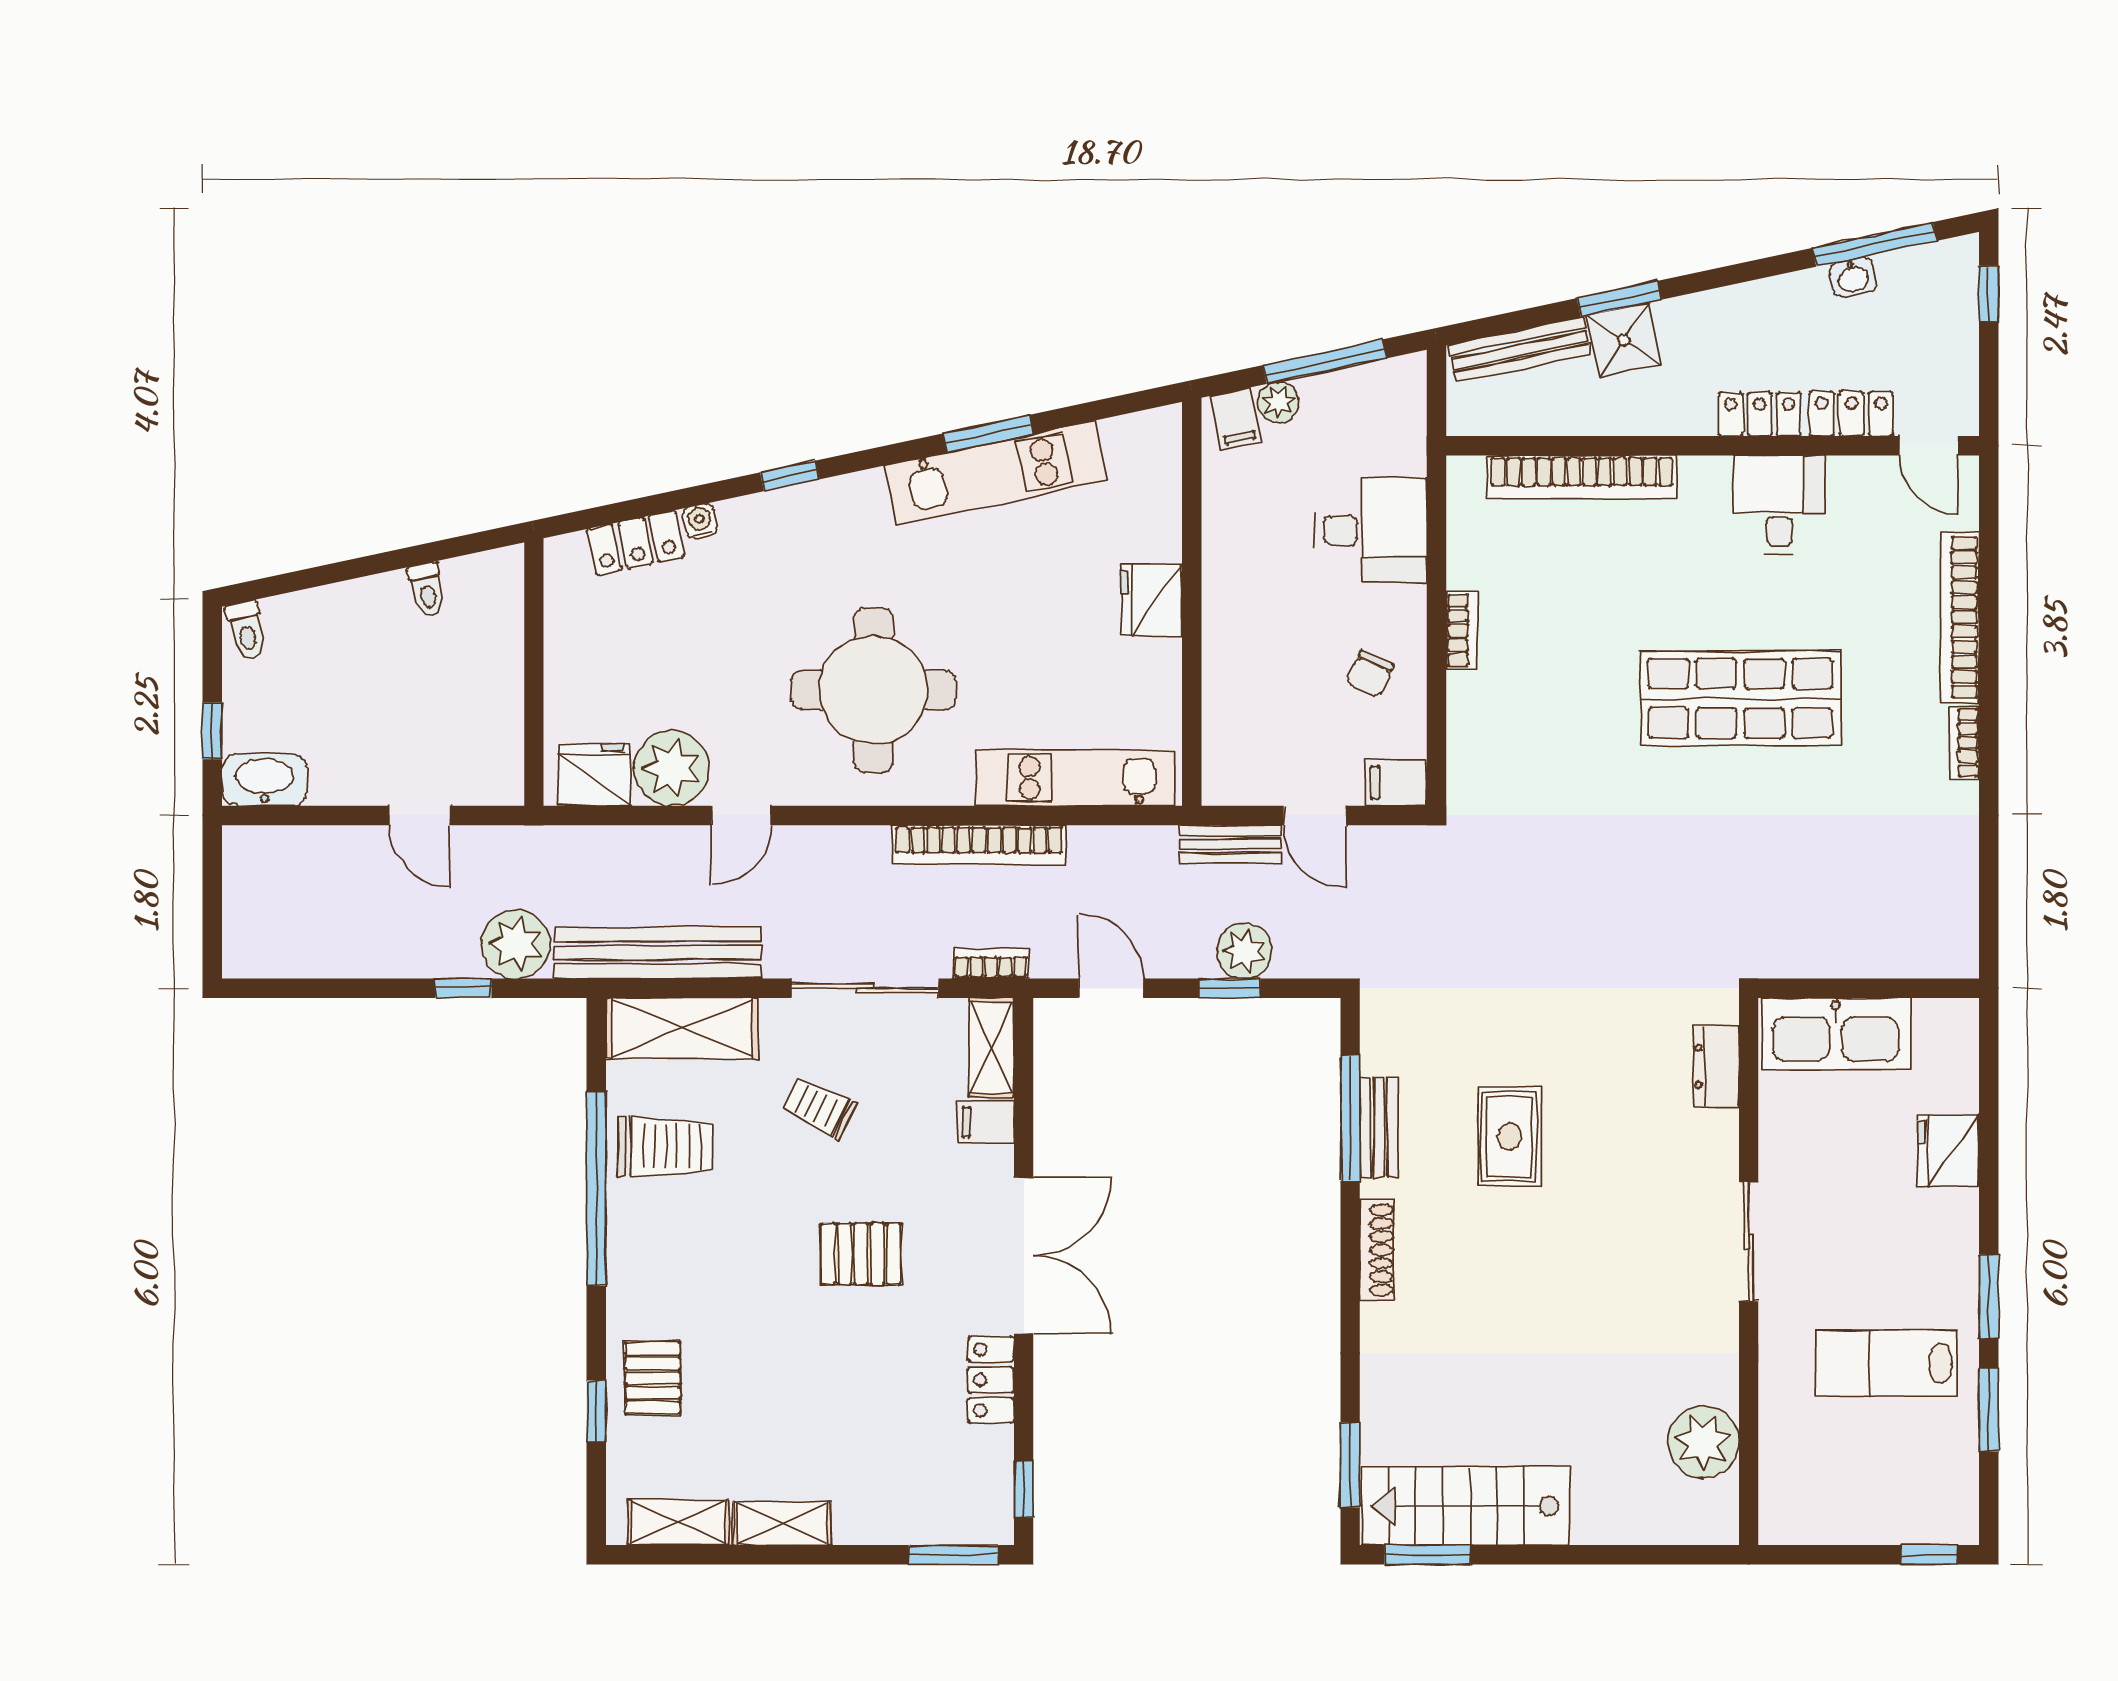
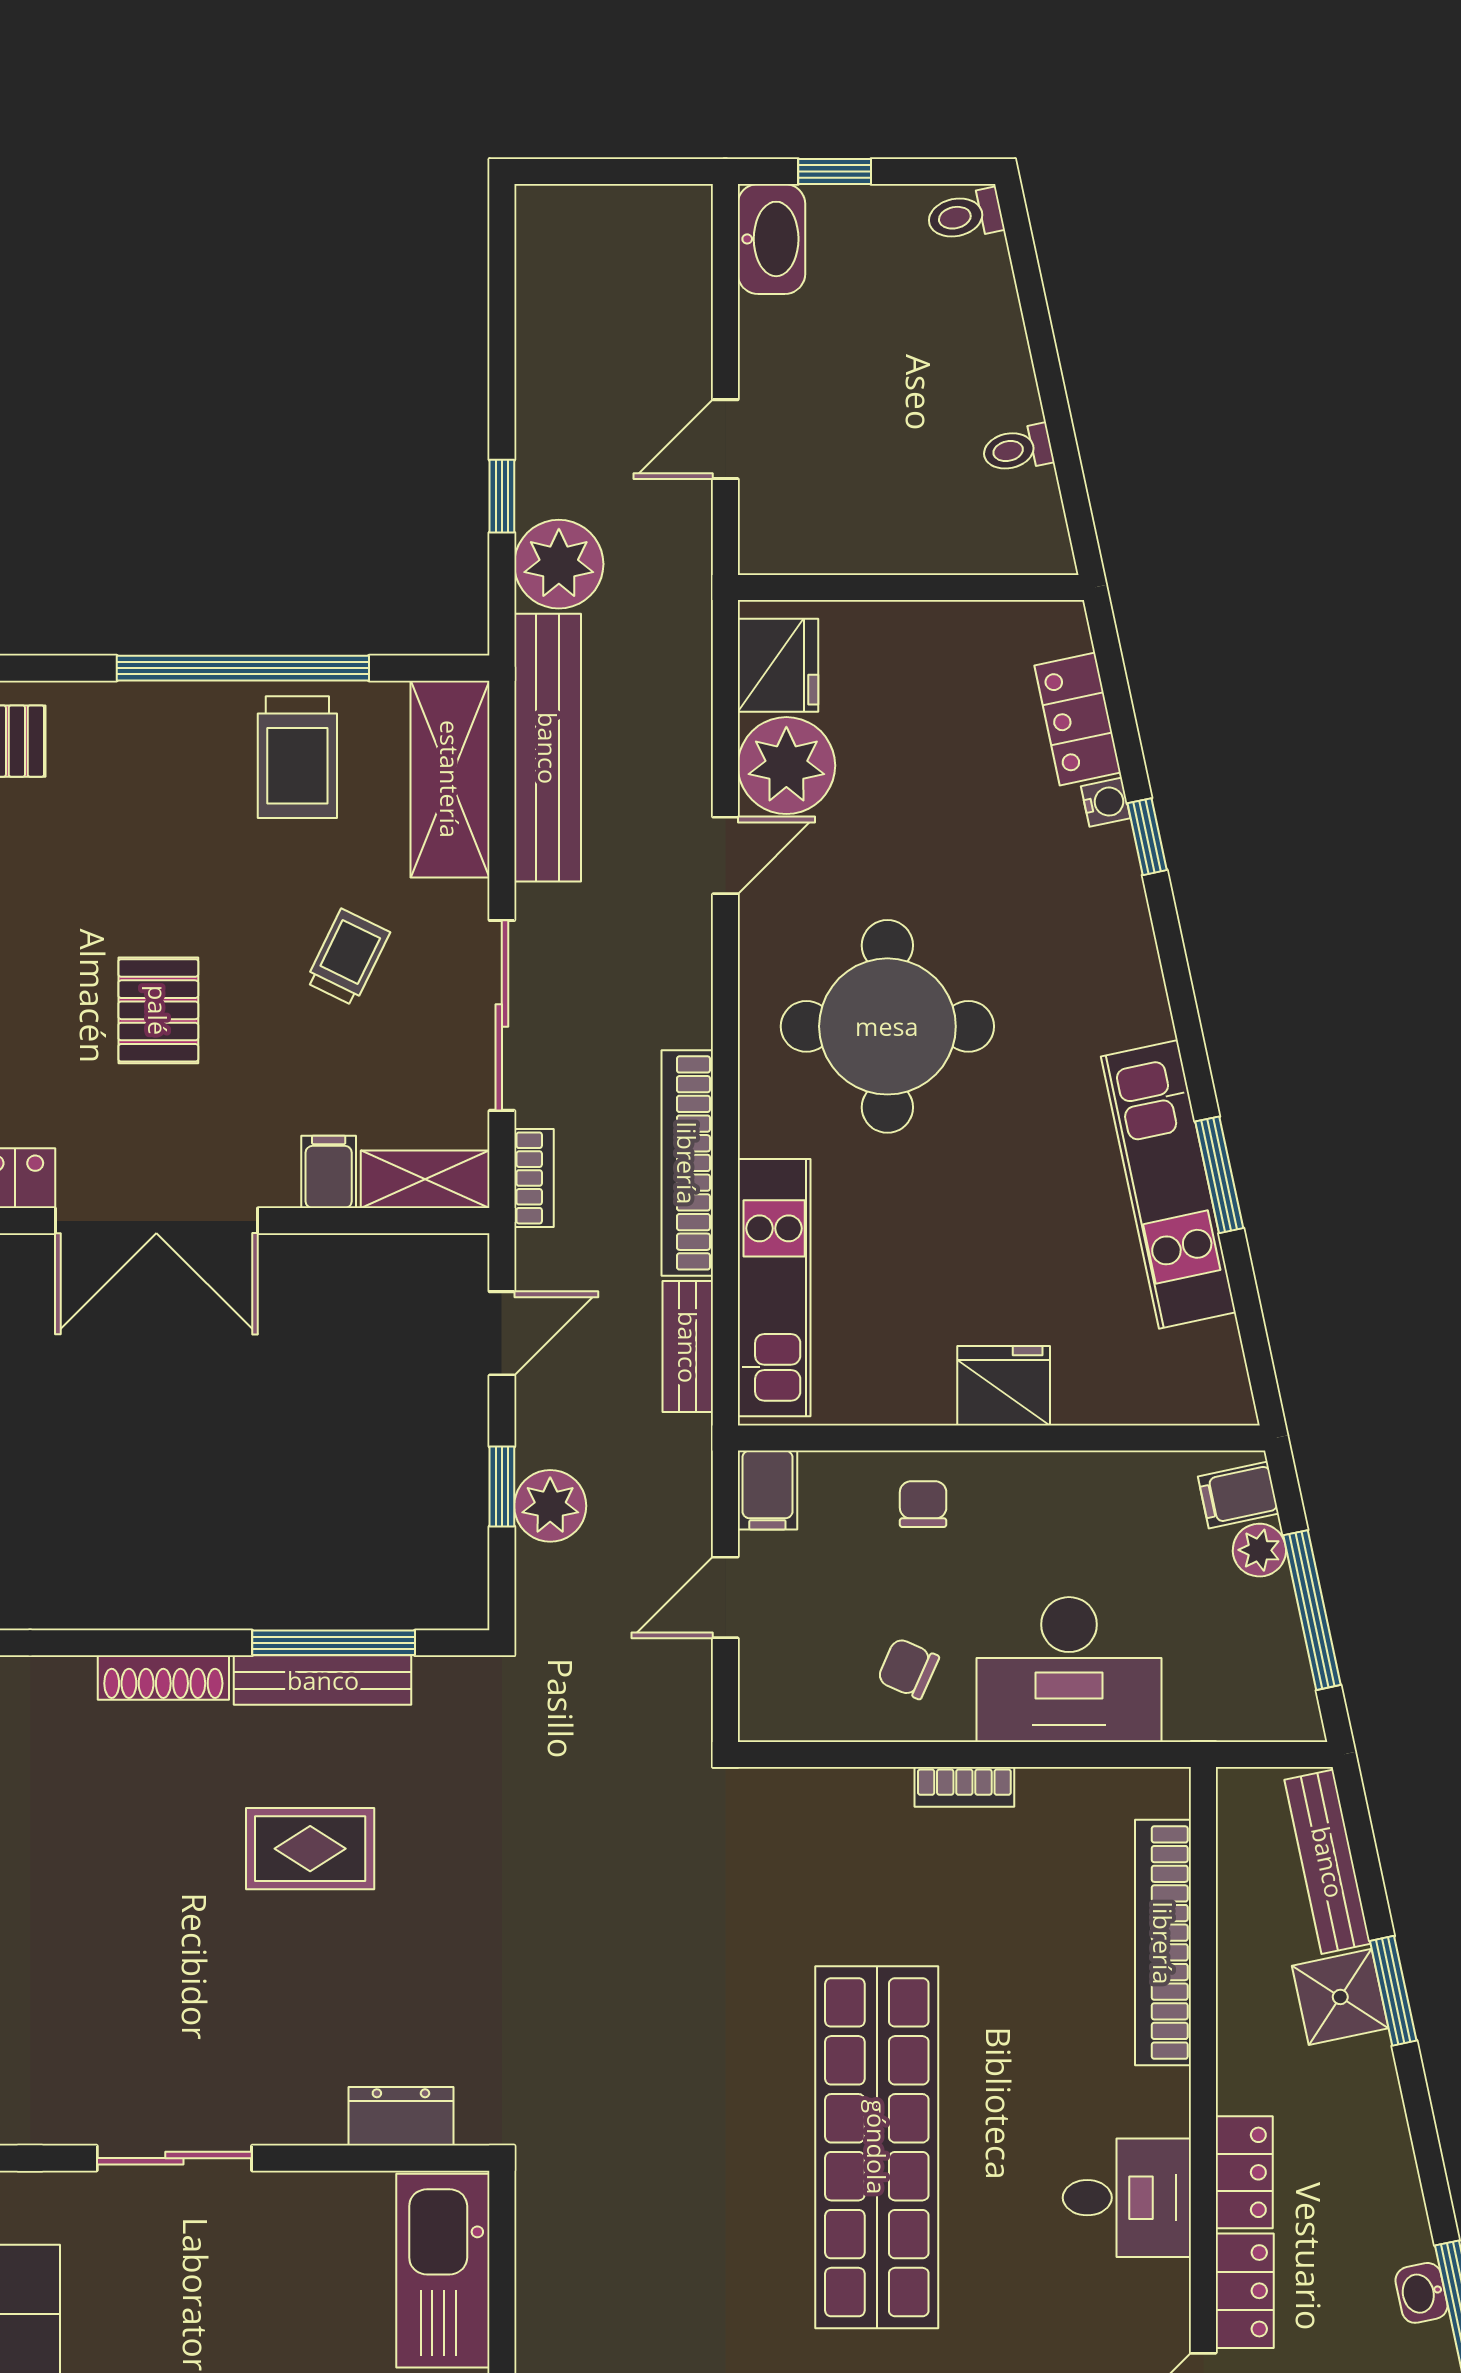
window: (790, 476) -> (1147, 837), moved
desk: (1371, 530) -> (1069, 1670), width x1.37
chair: (1243, 663) -> (923, 1504), added
shop shelf: (1740, 698) -> (877, 2147), width x1.40
filing cabinet: (1396, 783) -> (767, 1490), moved, turned 180
door: (741, 815) -> (725, 855), swing flipped
bench: (1231, 844) -> (688, 1347), moved
bench: (1379, 1127) -> (323, 1680), width x1.36

